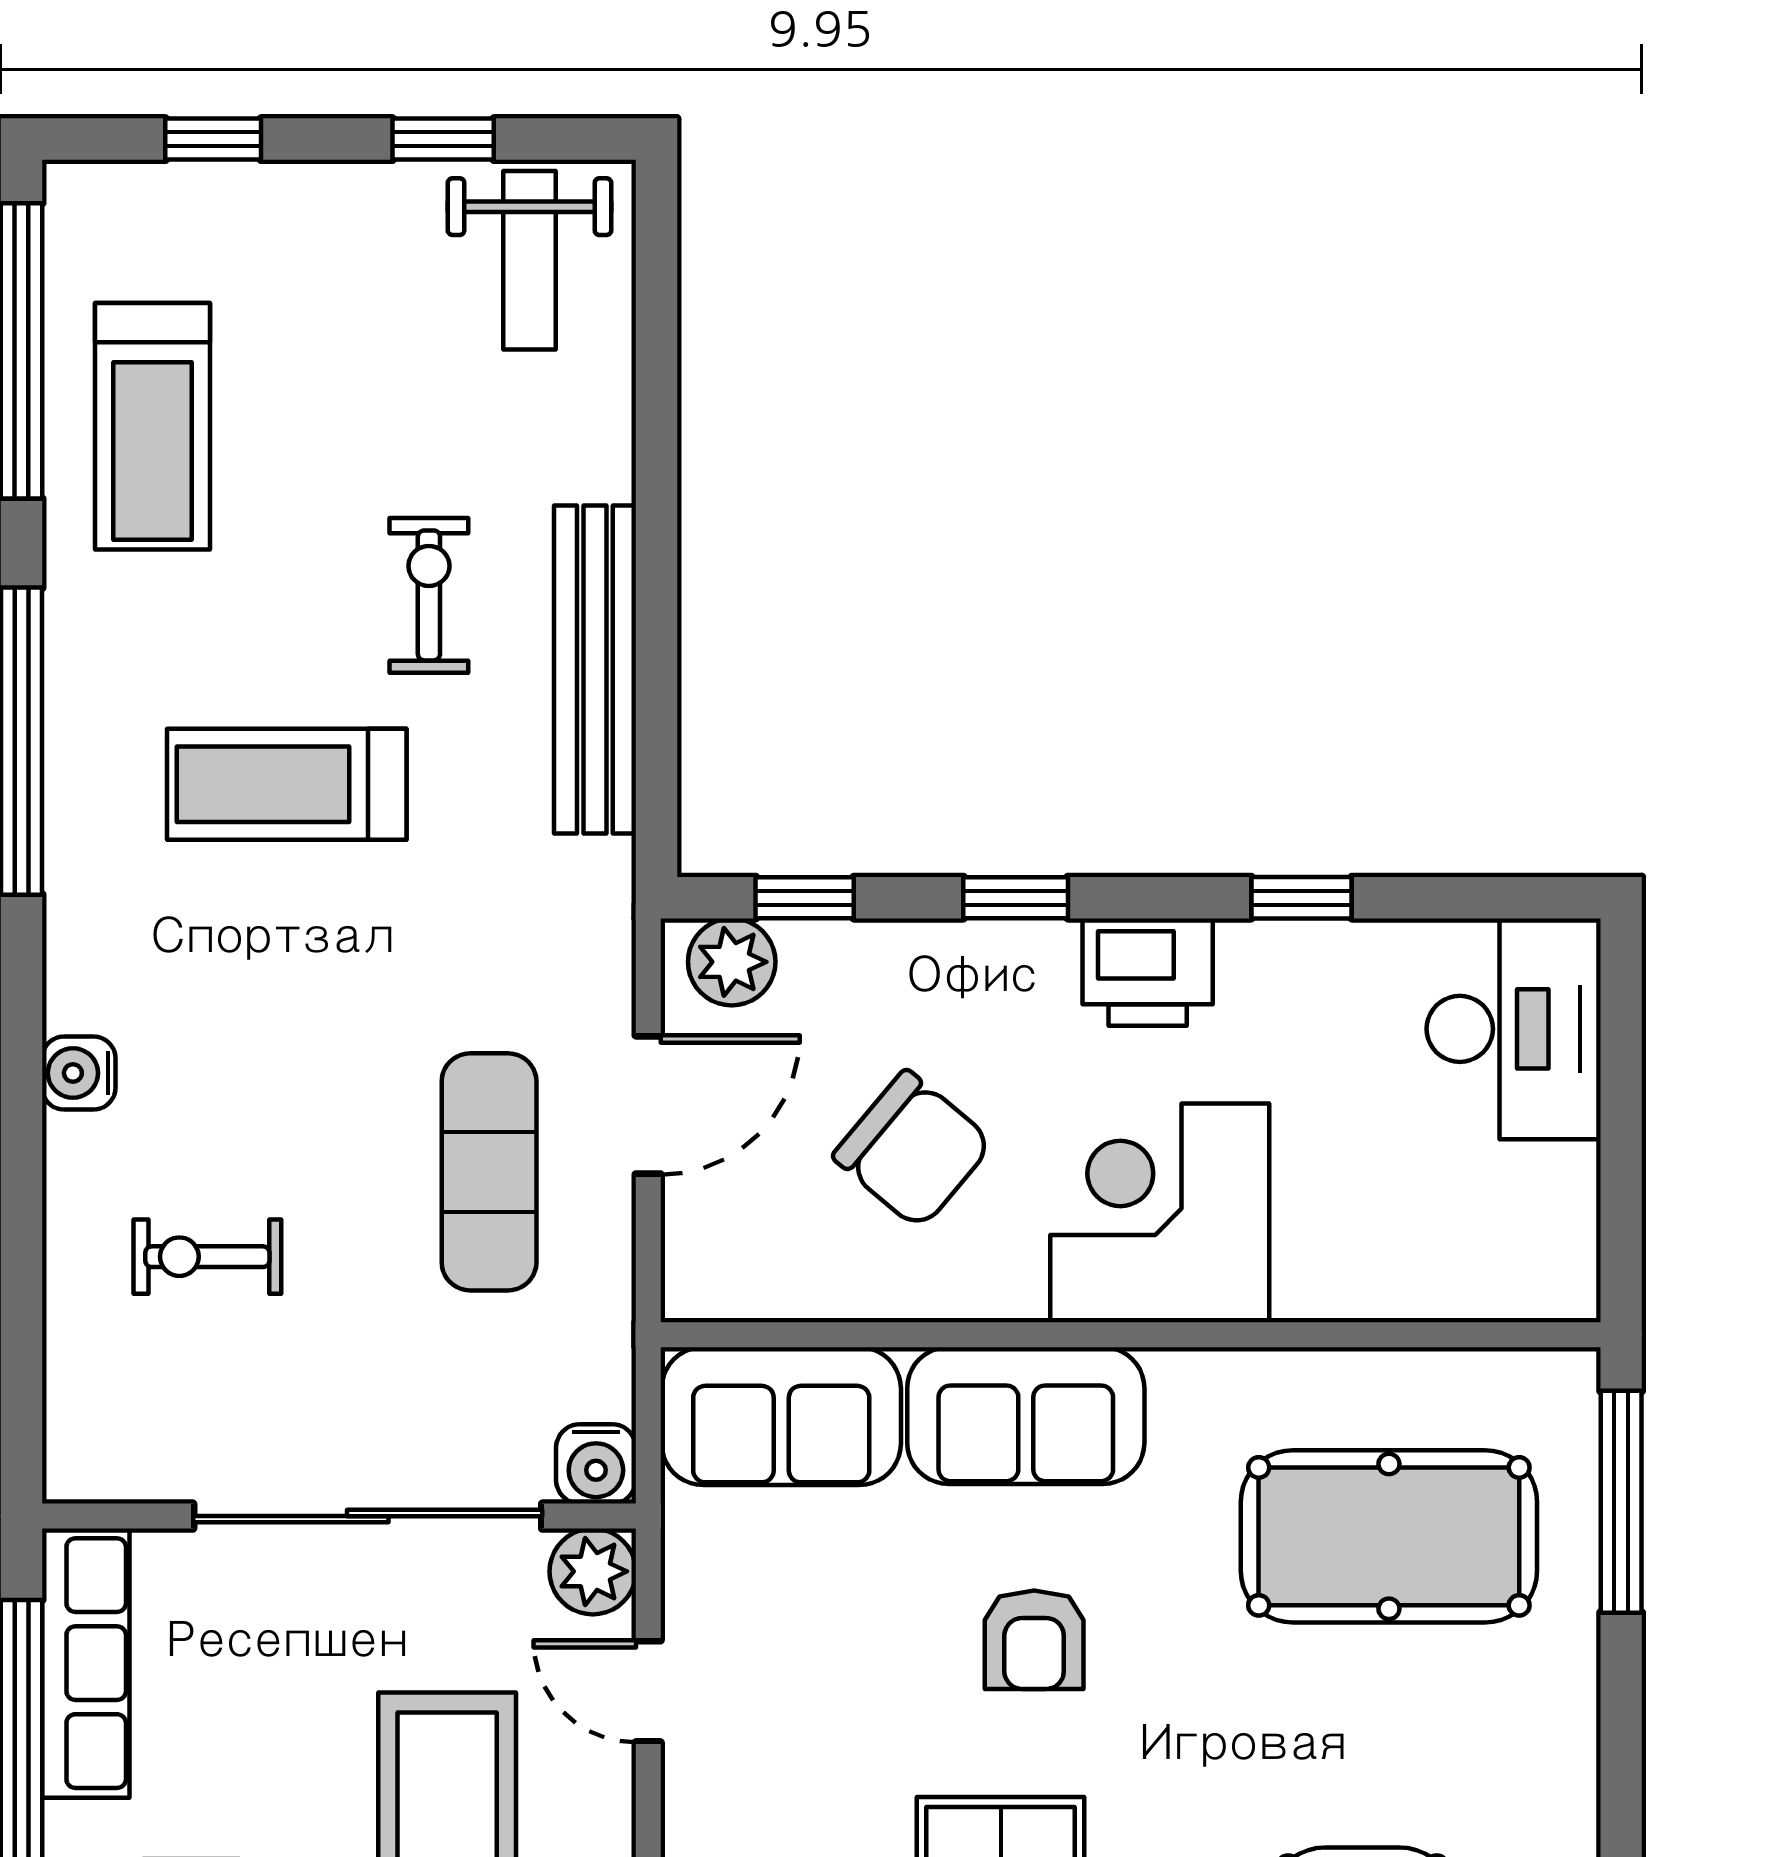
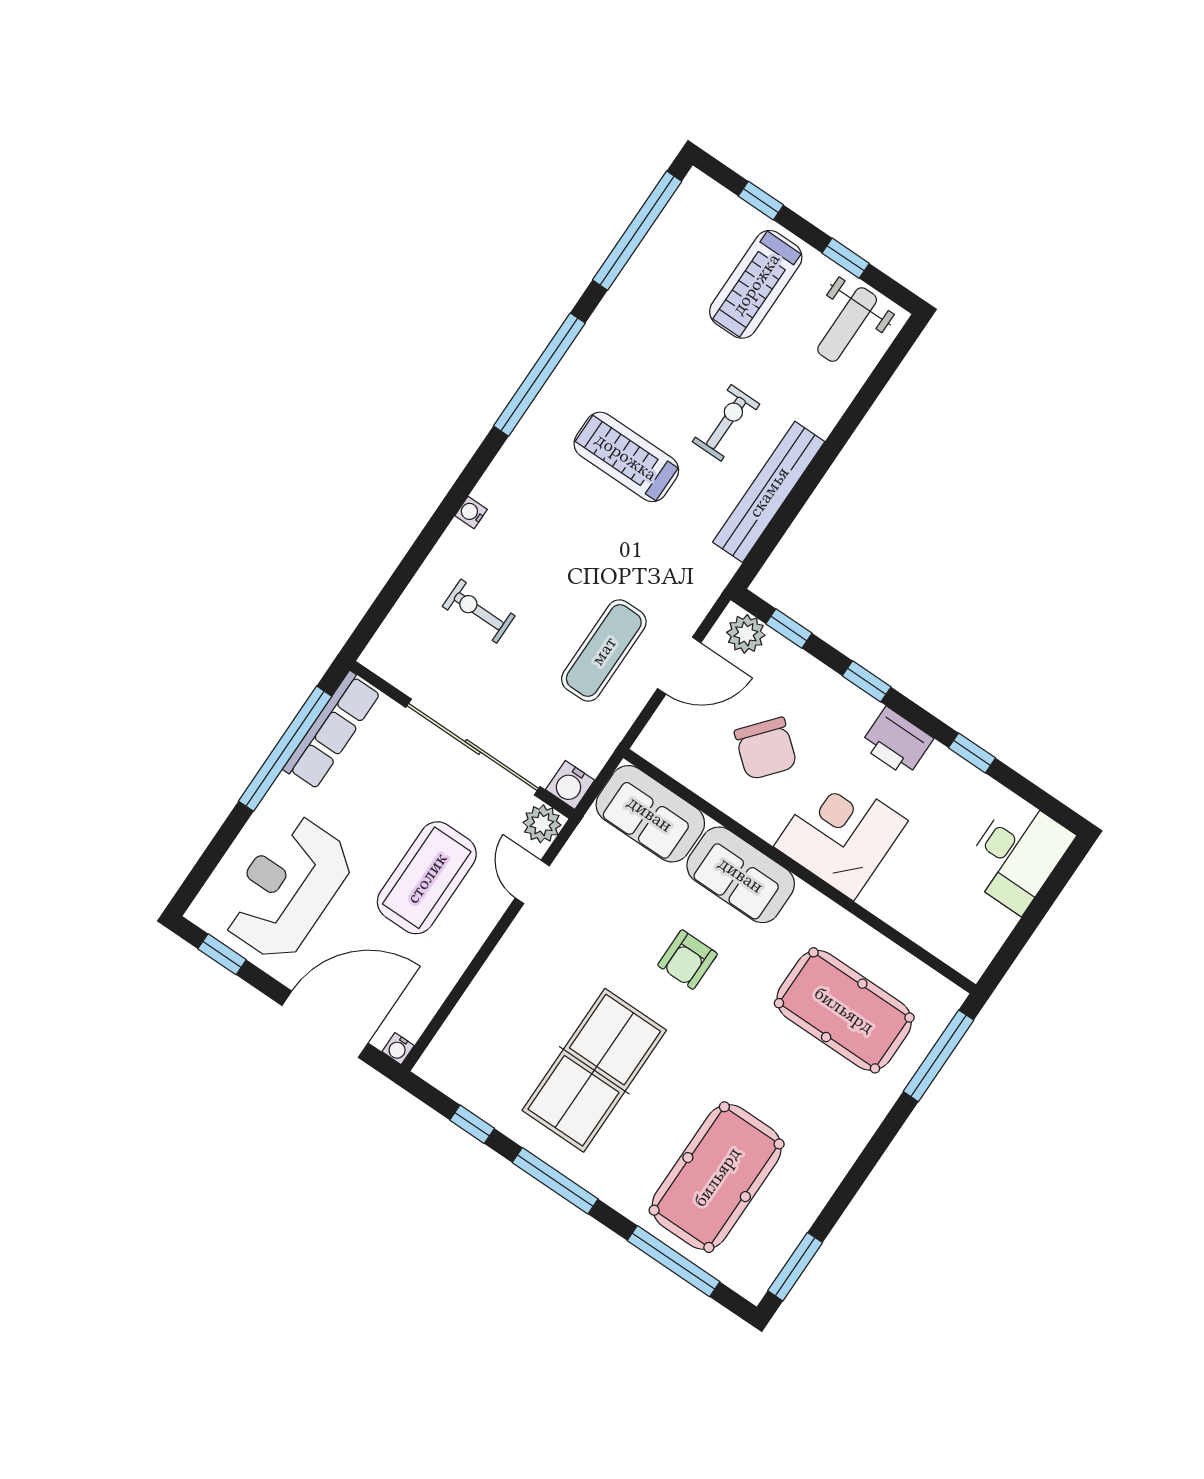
treadmill: (153, 426) -> (756, 284), moved
water cooler: (79, 1073) -> (471, 512), width x0.72, depth x0.72

